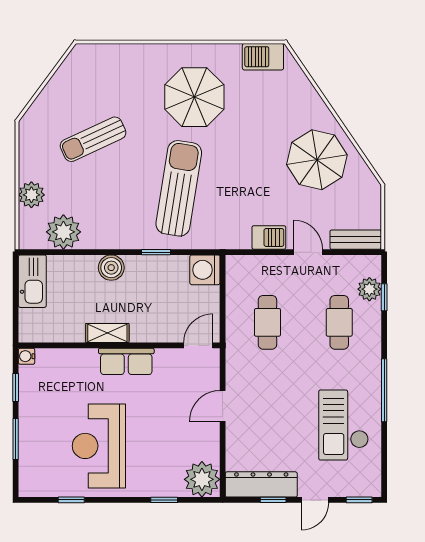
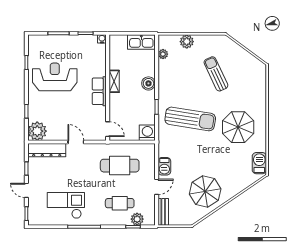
plant: (63, 232) -> (163, 54), width x0.53, depth x0.53
cafe table: (267, 322) -> (120, 166), width x1.37, depth x1.35
dresser: (261, 484) -> (47, 150), moved, turned 90

